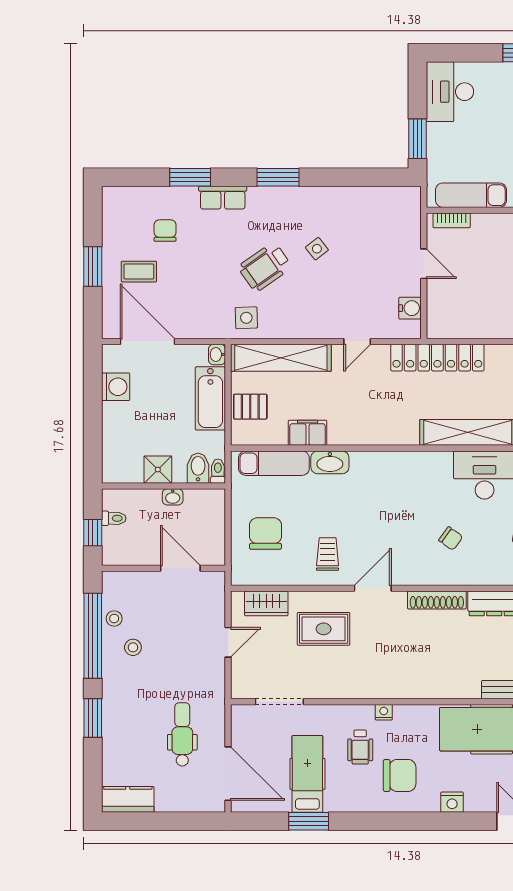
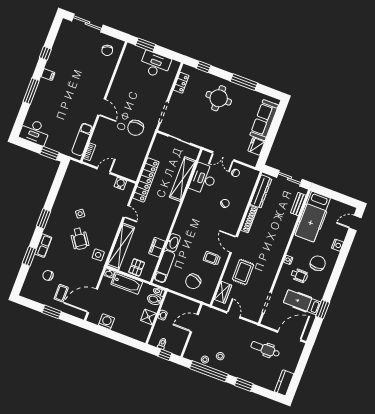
chair: (266, 534) -> (193, 281), turned -72

